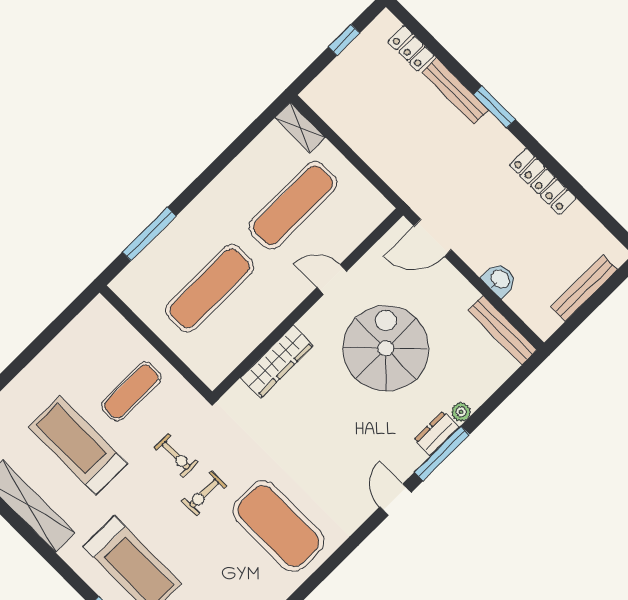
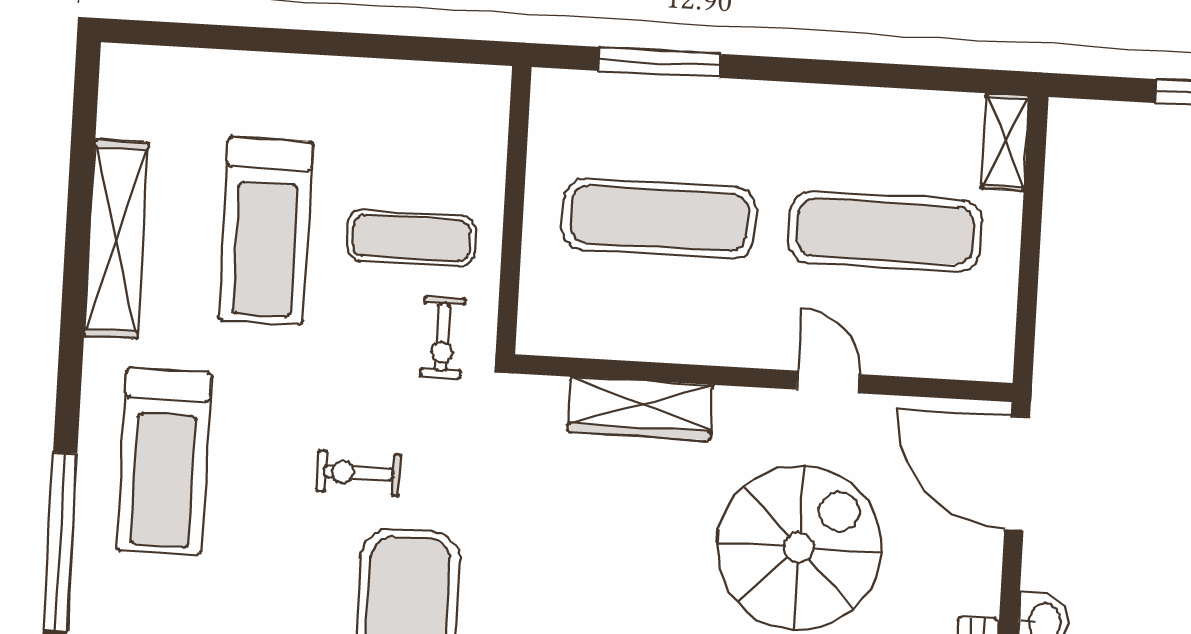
door: (433, 238) -> (1017, 473), width x1.36
treadmill: (78, 445) -> (266, 231), turned 180
exercise bike: (176, 455) -> (442, 337), moved

